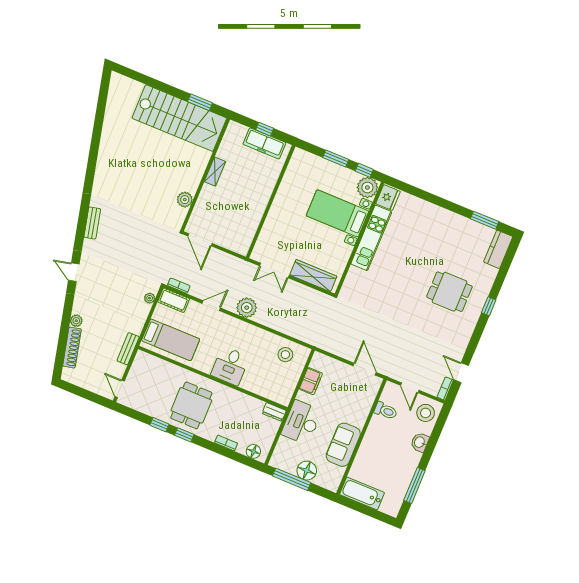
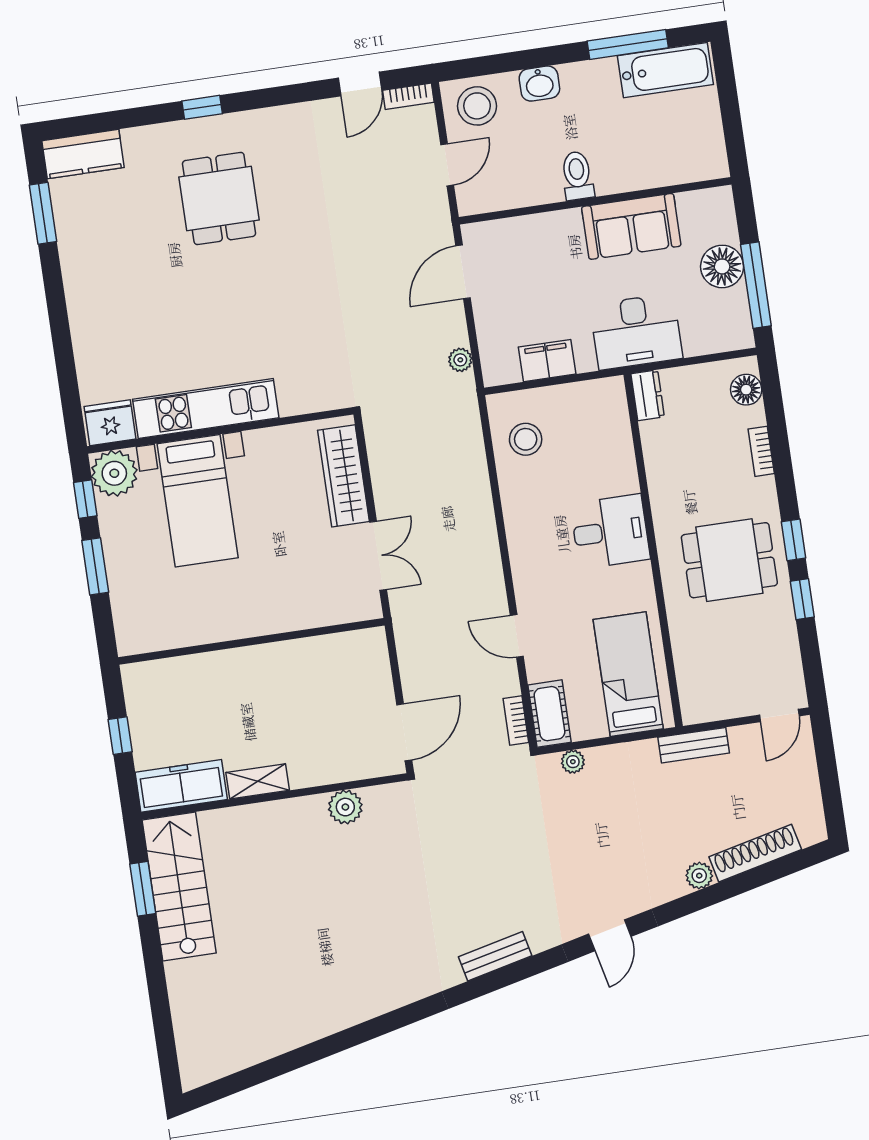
stairs: (179, 118) -> (179, 886), width x0.73, depth x0.66
freezer: (264, 143) -> (181, 786), moved, turned -90
plant: (247, 308) -> (460, 360), moved, width x0.53, depth x0.53
toilet: (386, 411) -> (577, 176), moved
bathtub: (362, 493) -> (665, 70), moved, turned -90

